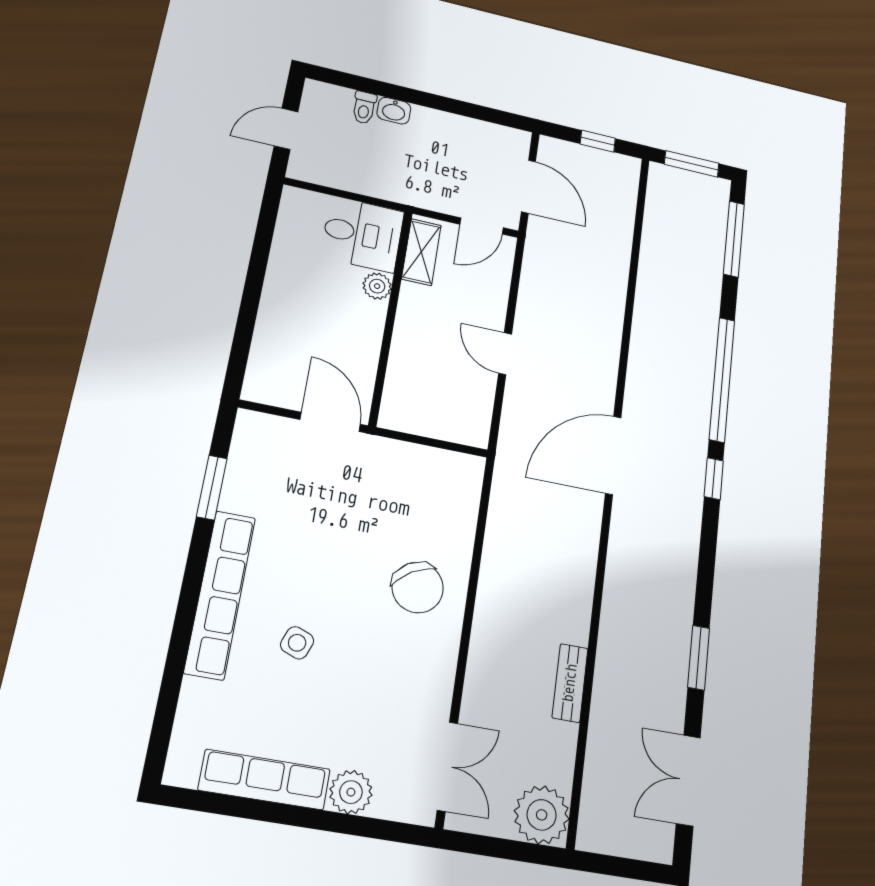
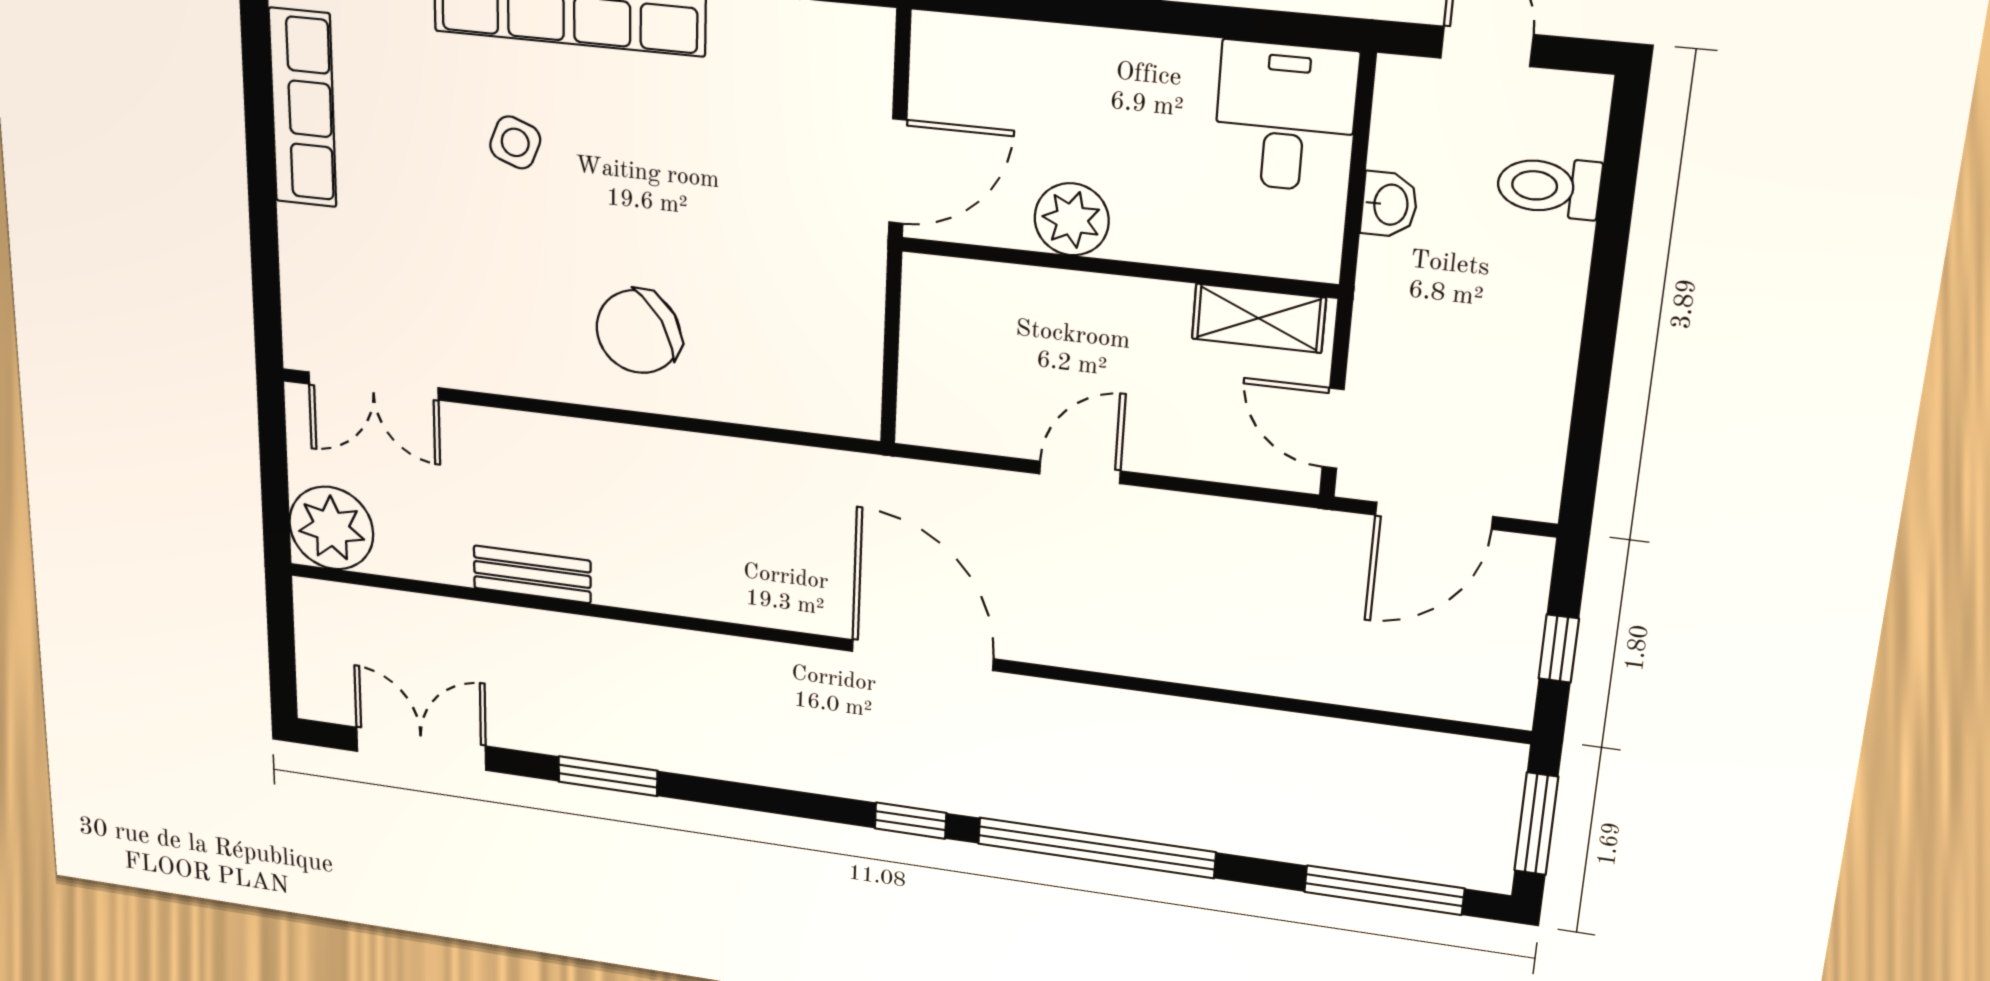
toilet: (364, 108) -> (1549, 187), width x1.37, depth x1.39
washbasin: (394, 111) -> (1389, 204), moved, turned 180
desk: (362, 234) -> (1285, 117), moved, turned 180
plant: (377, 286) -> (1072, 219), moved, width x1.38, depth x1.38
plant: (351, 792) -> (310, 241), removed

